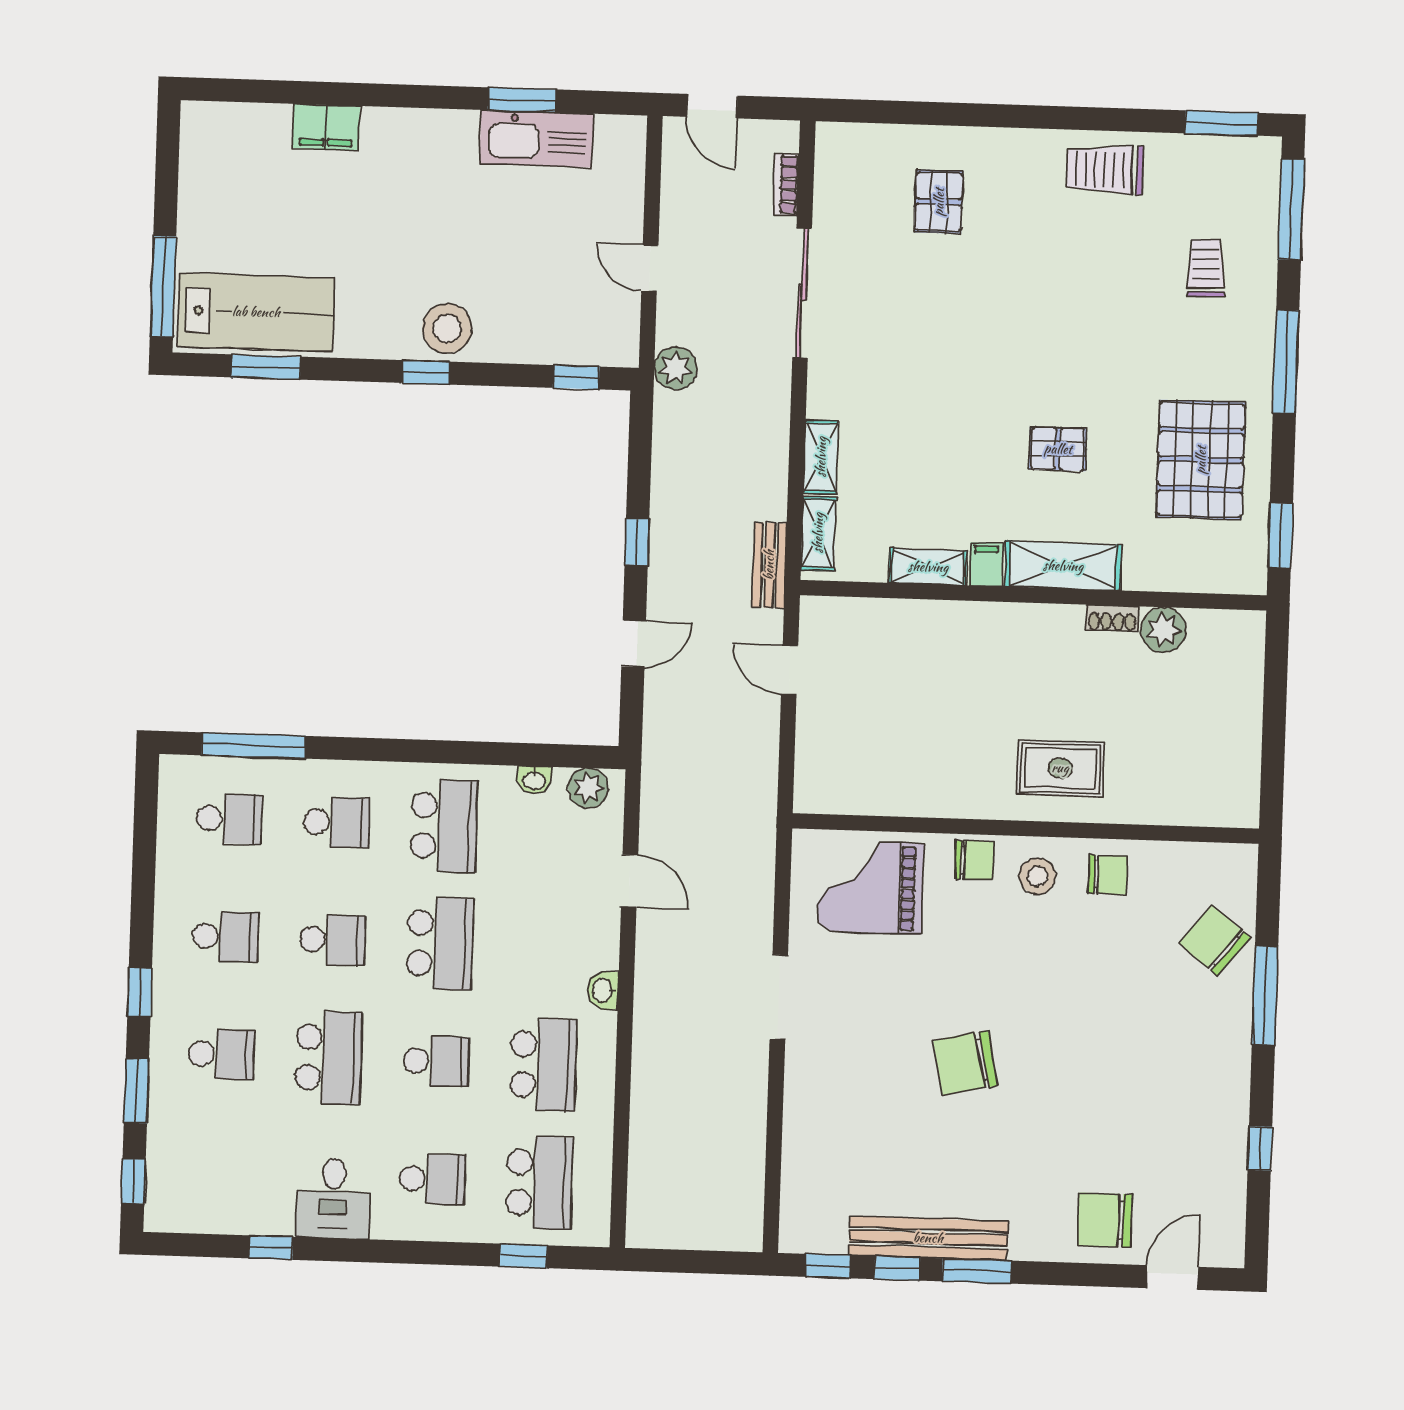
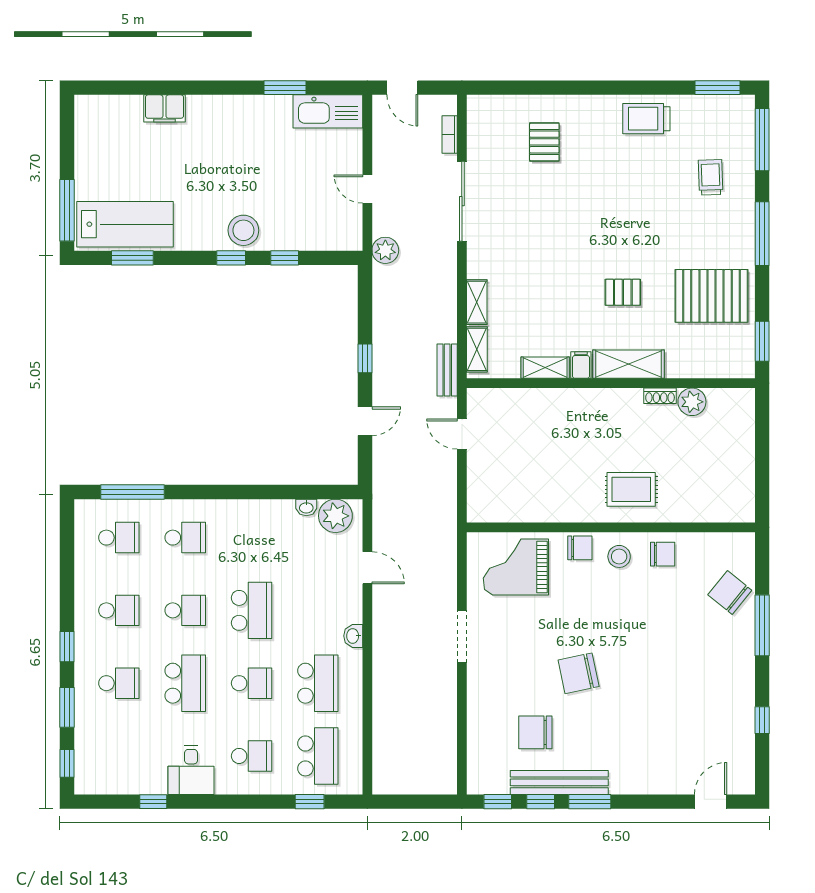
kitchen sink: (536, 139) -> (328, 111), moved
window: (576, 377) -> (285, 258), moved
pallet: (1201, 460) -> (712, 296), turned 90
plant: (588, 788) -> (335, 516), width x1.36, depth x1.36
school desk: (444, 826) -> (252, 538), removed
chair: (1105, 1220) -> (535, 732), moved

